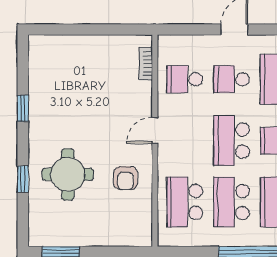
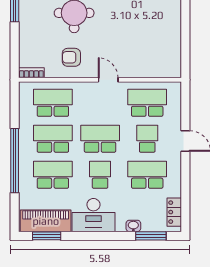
bookcase: (146, 64) -> (31, 73), moved
school desk: (185, 79) -> (147, 103), width x1.85

